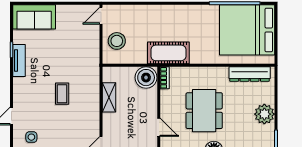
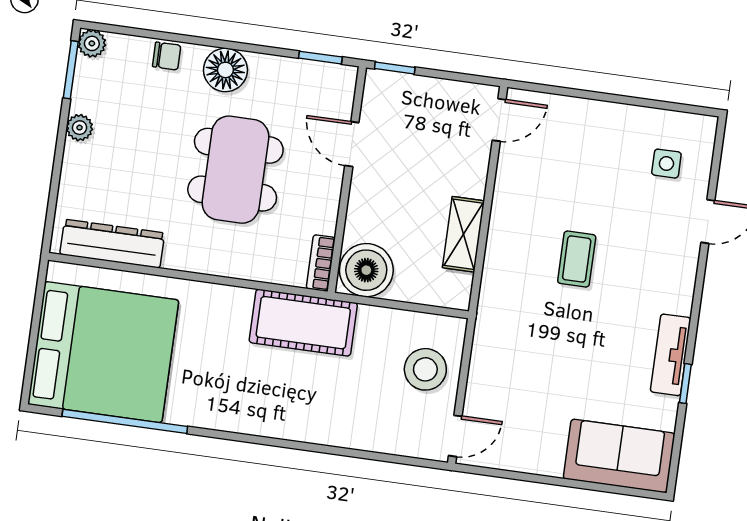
plant: (264, 114) -> (80, 128), width x0.53, depth x0.53

